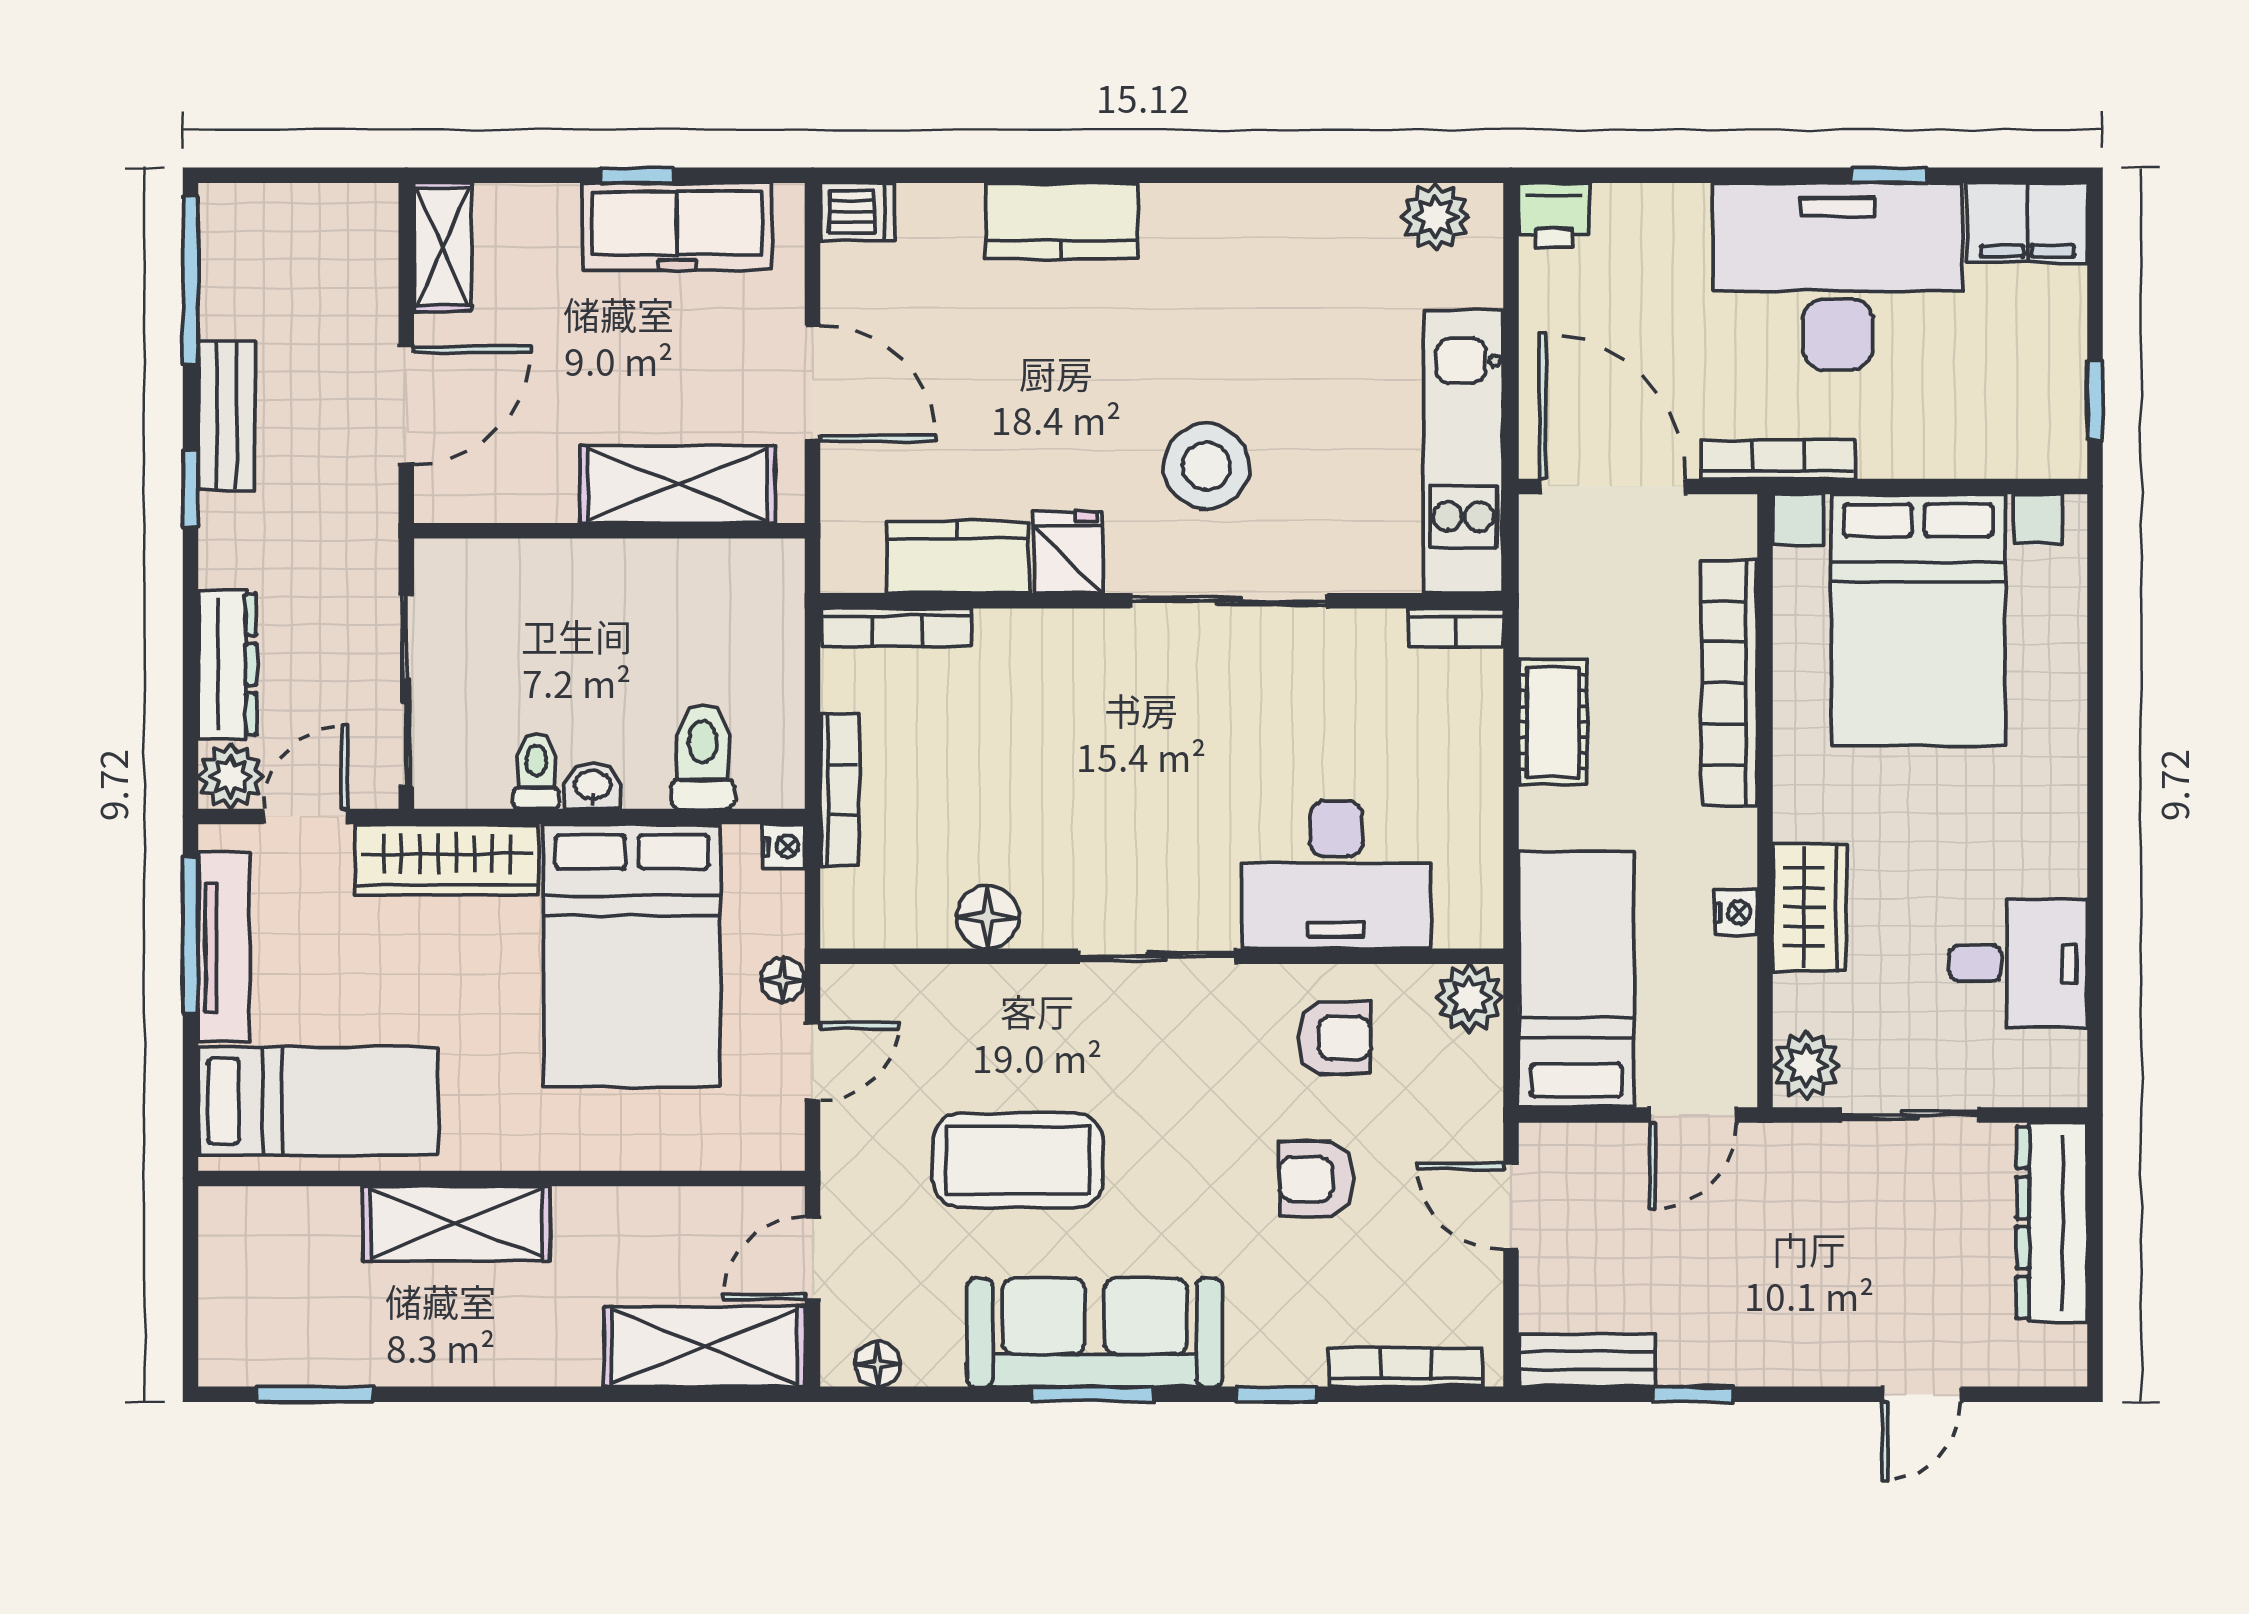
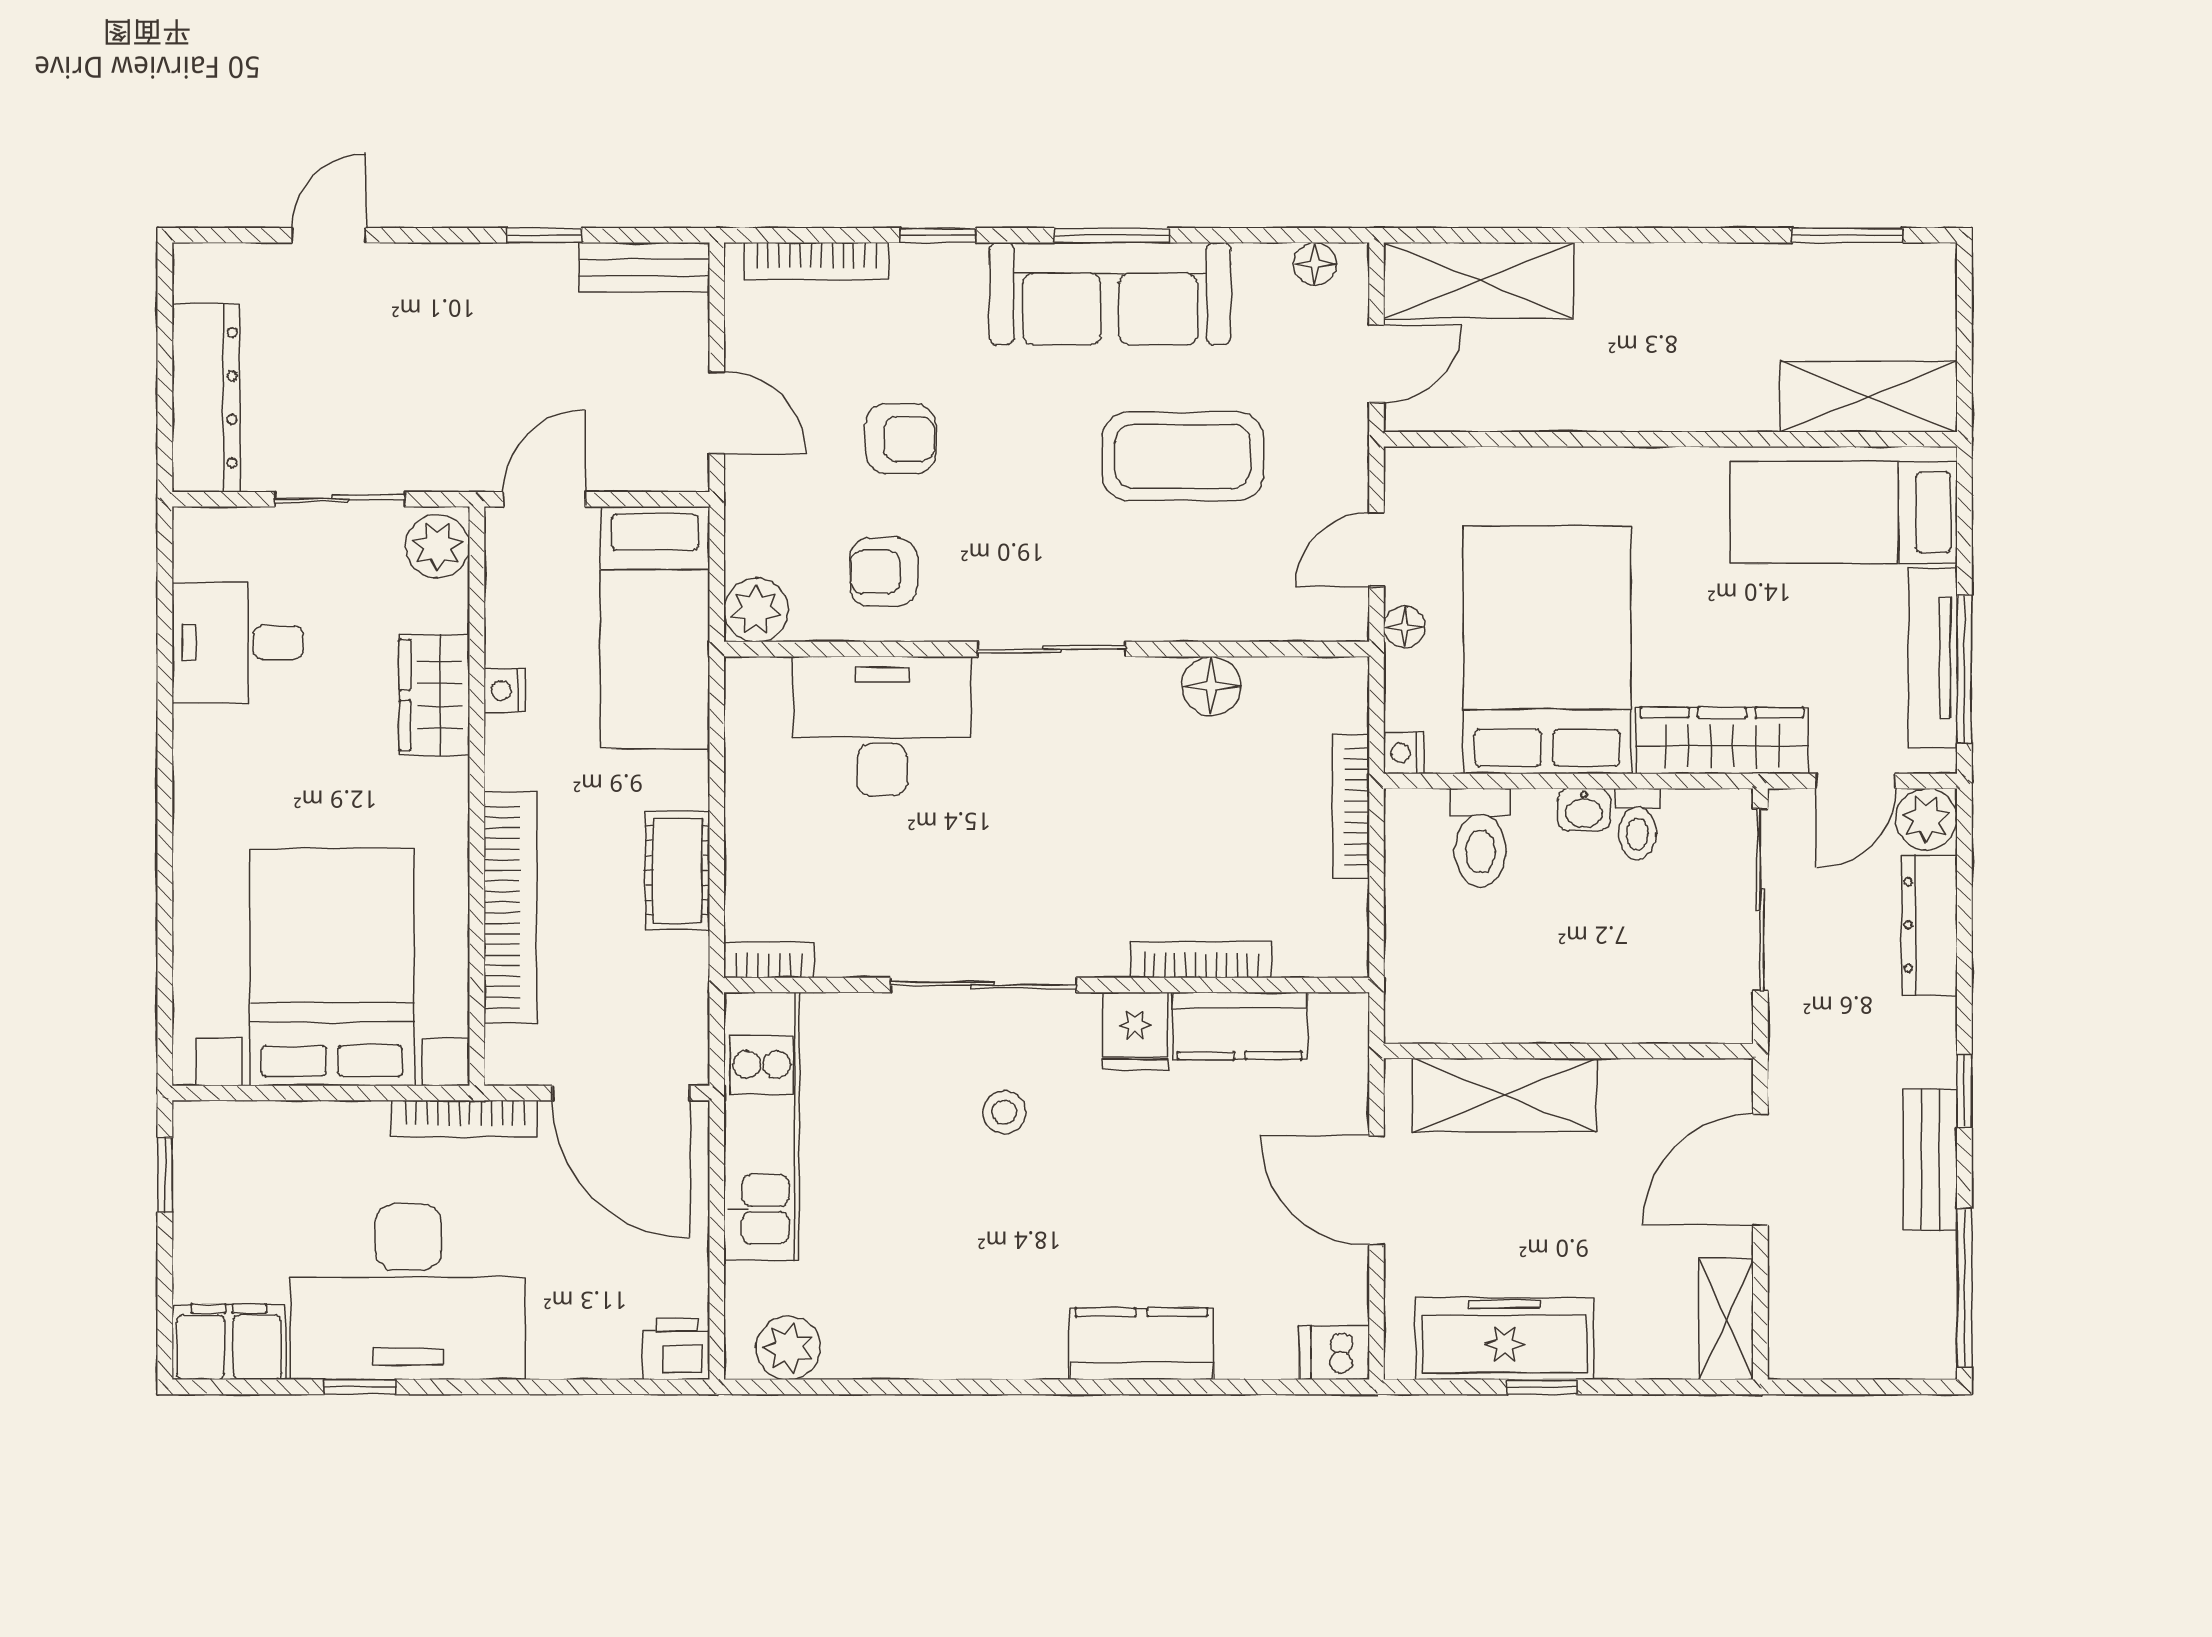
stool: (1206, 466) -> (1004, 1112), width x0.53, depth x0.53
bookcase: (897, 627) -> (1201, 960), moved
shelving: (456, 1224) -> (1869, 397), moved

